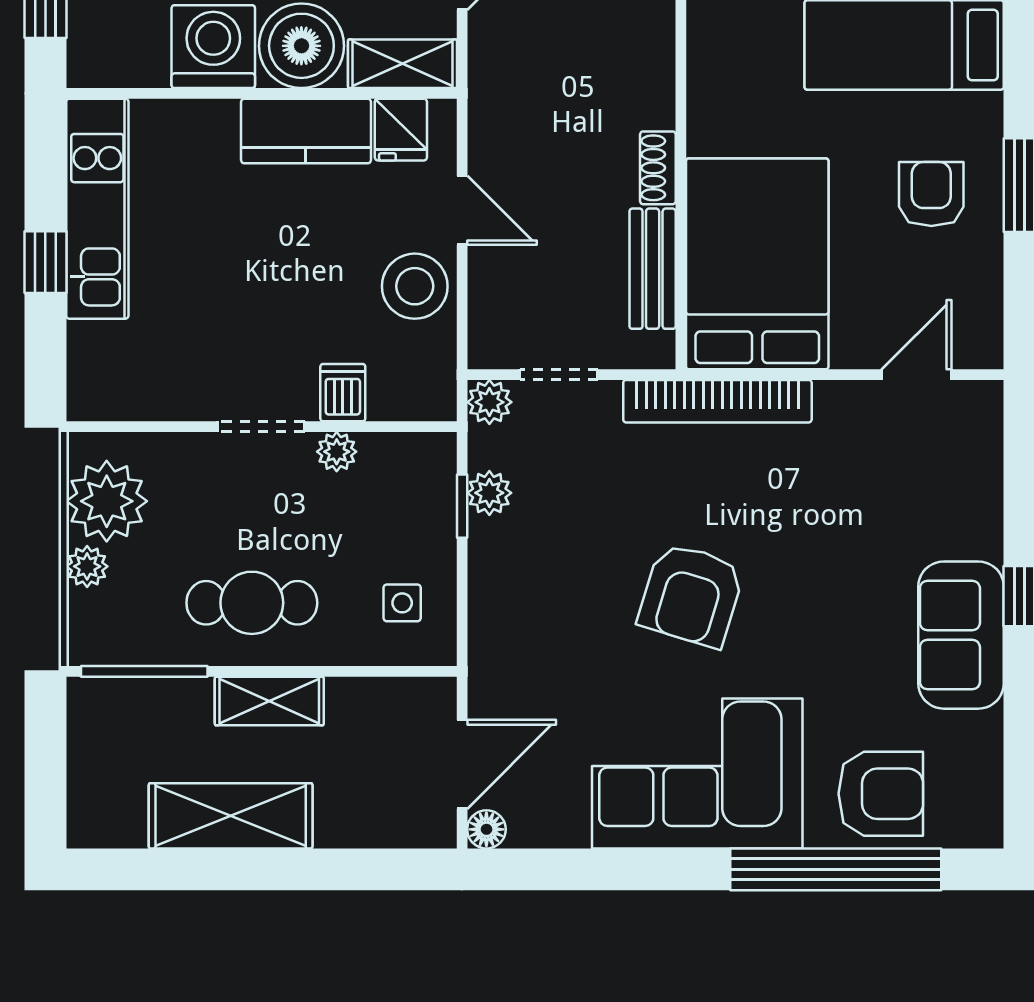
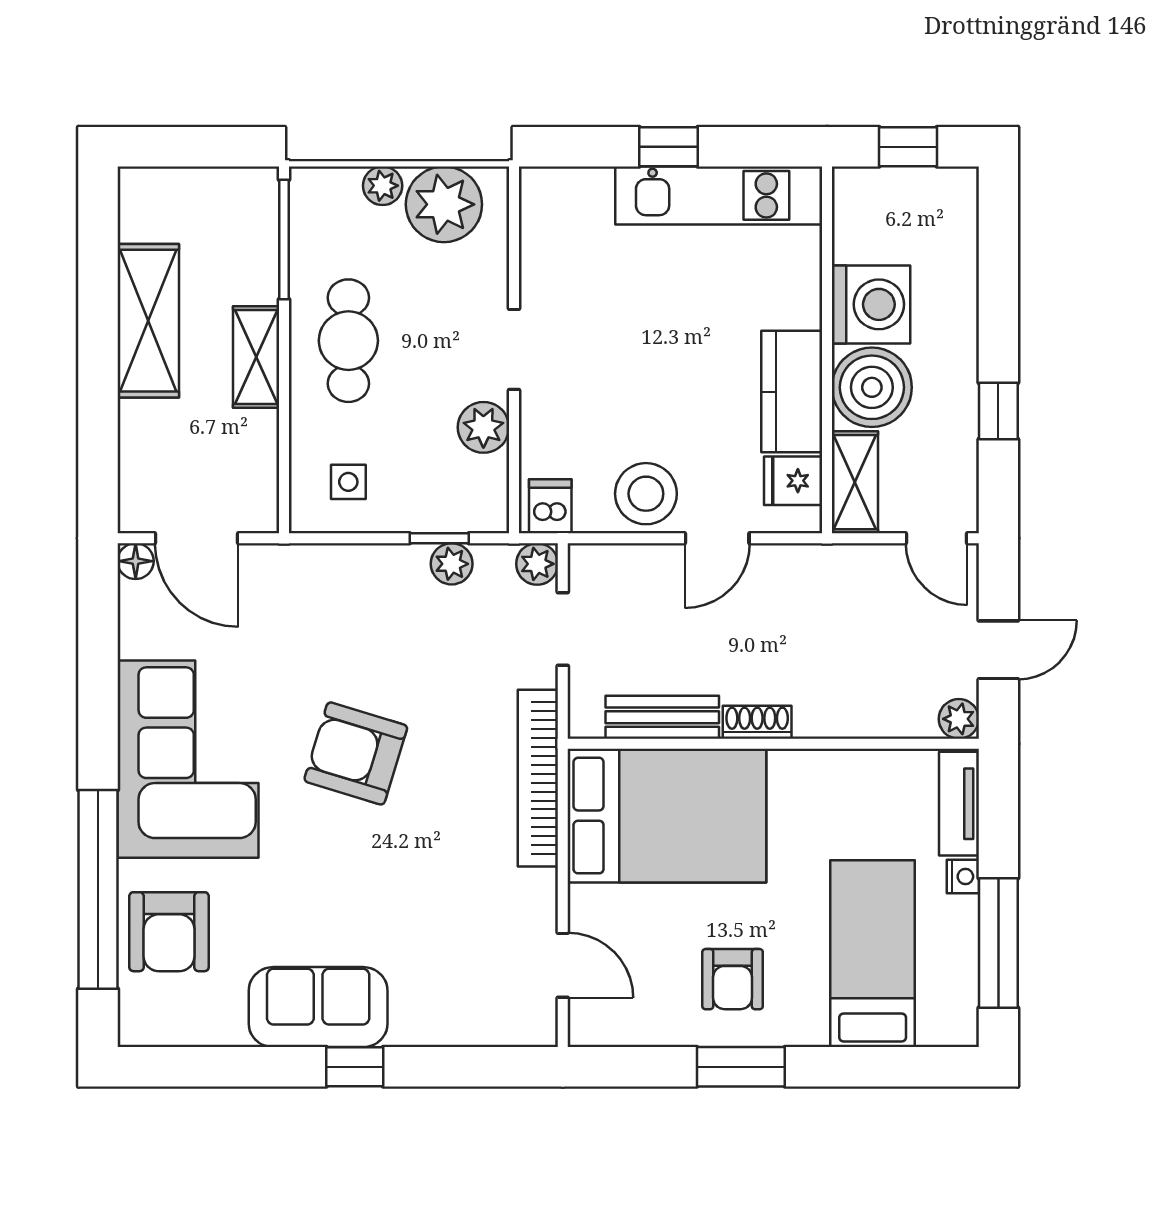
armchair: (931, 194) -> (733, 979), turned 90
dishwasher: (343, 393) -> (550, 506), moved, turned -90
plant: (337, 452) -> (483, 427), width x1.38, depth x1.38

